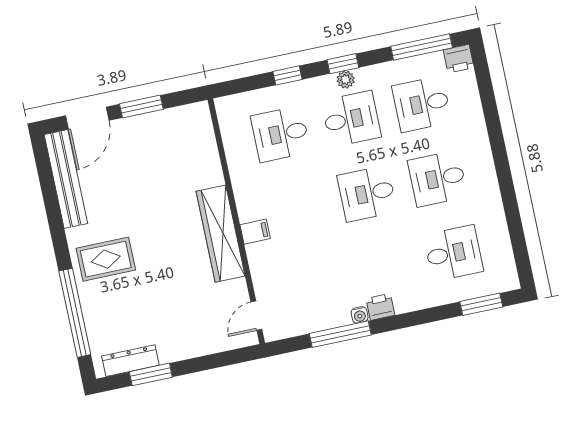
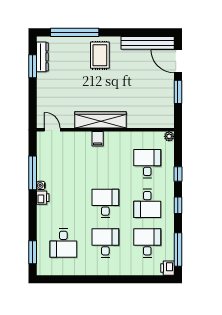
plant: (346, 80) -> (169, 136), moved

